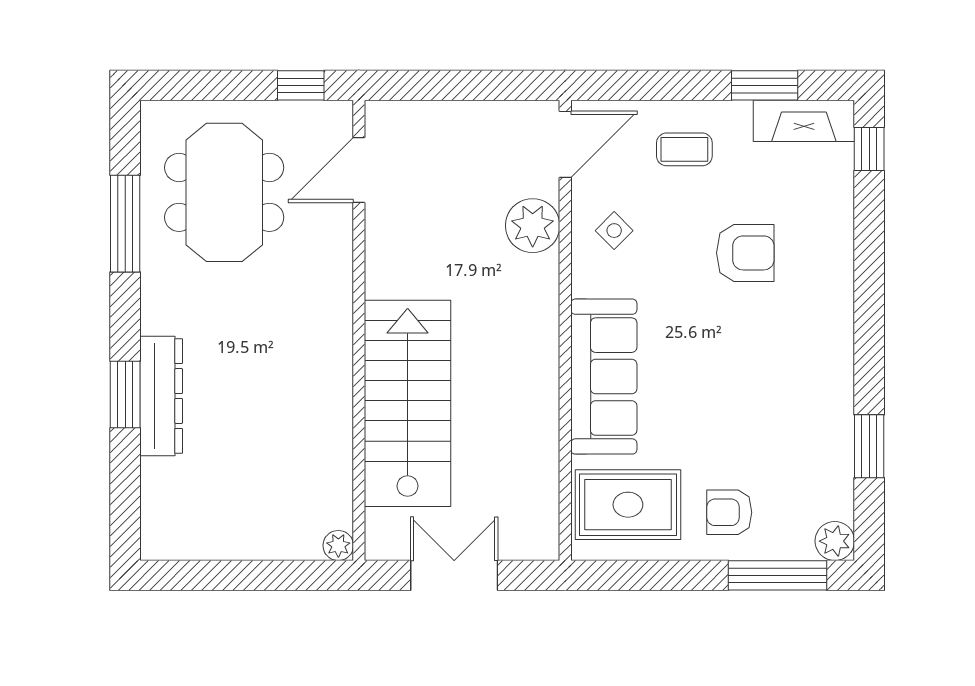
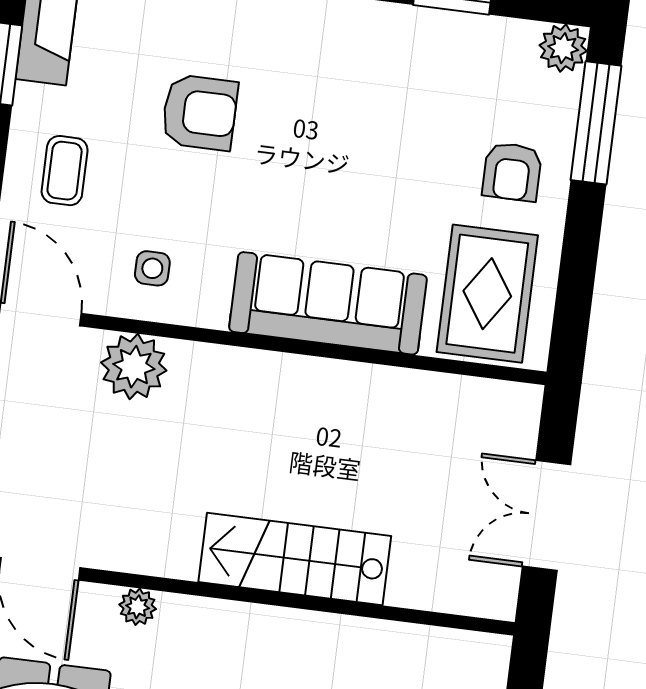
side table: (614, 231) -> (152, 268), turned 45
armchair: (745, 253) -> (200, 112), turned 90
stairs: (408, 403) -> (295, 559), width x0.73, depth x0.66
plant: (338, 545) -> (138, 607), moved

